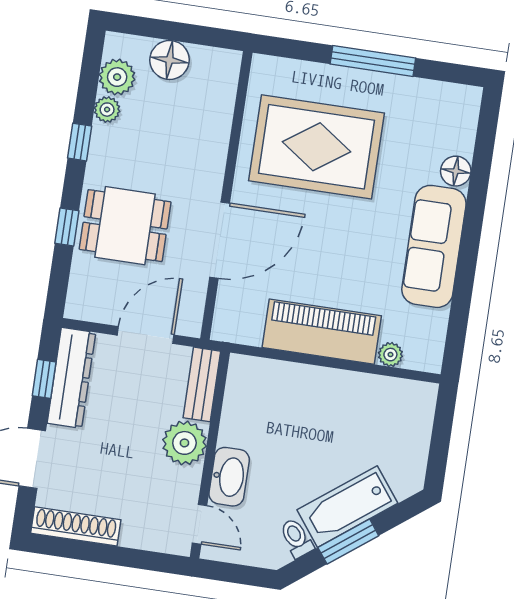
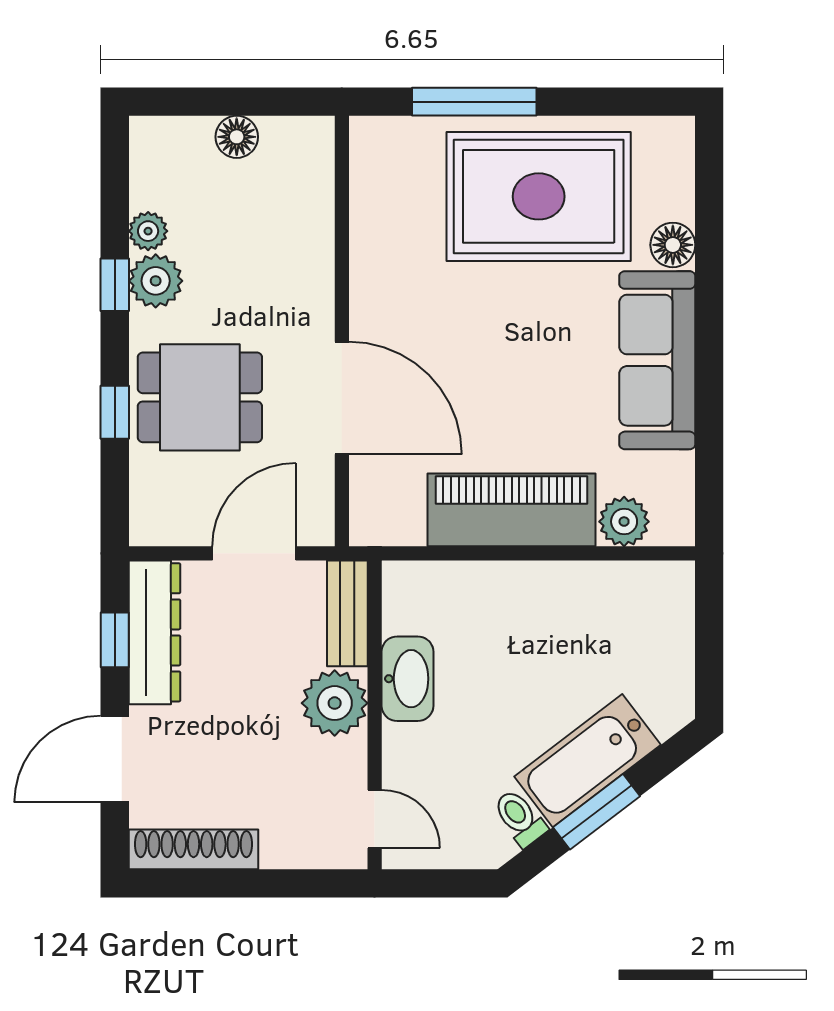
floor lamp: (170, 60) -> (237, 137), width x0.73, depth x0.73
window: (373, 61) -> (474, 102), moved
plant: (117, 77) -> (156, 281), moved
rug: (317, 147) -> (539, 196), moved
door: (220, 240) -> (342, 398), hinge flipped
plant: (390, 355) -> (624, 522), width x1.38, depth x1.38
washbasin: (229, 477) -> (407, 679), moved

